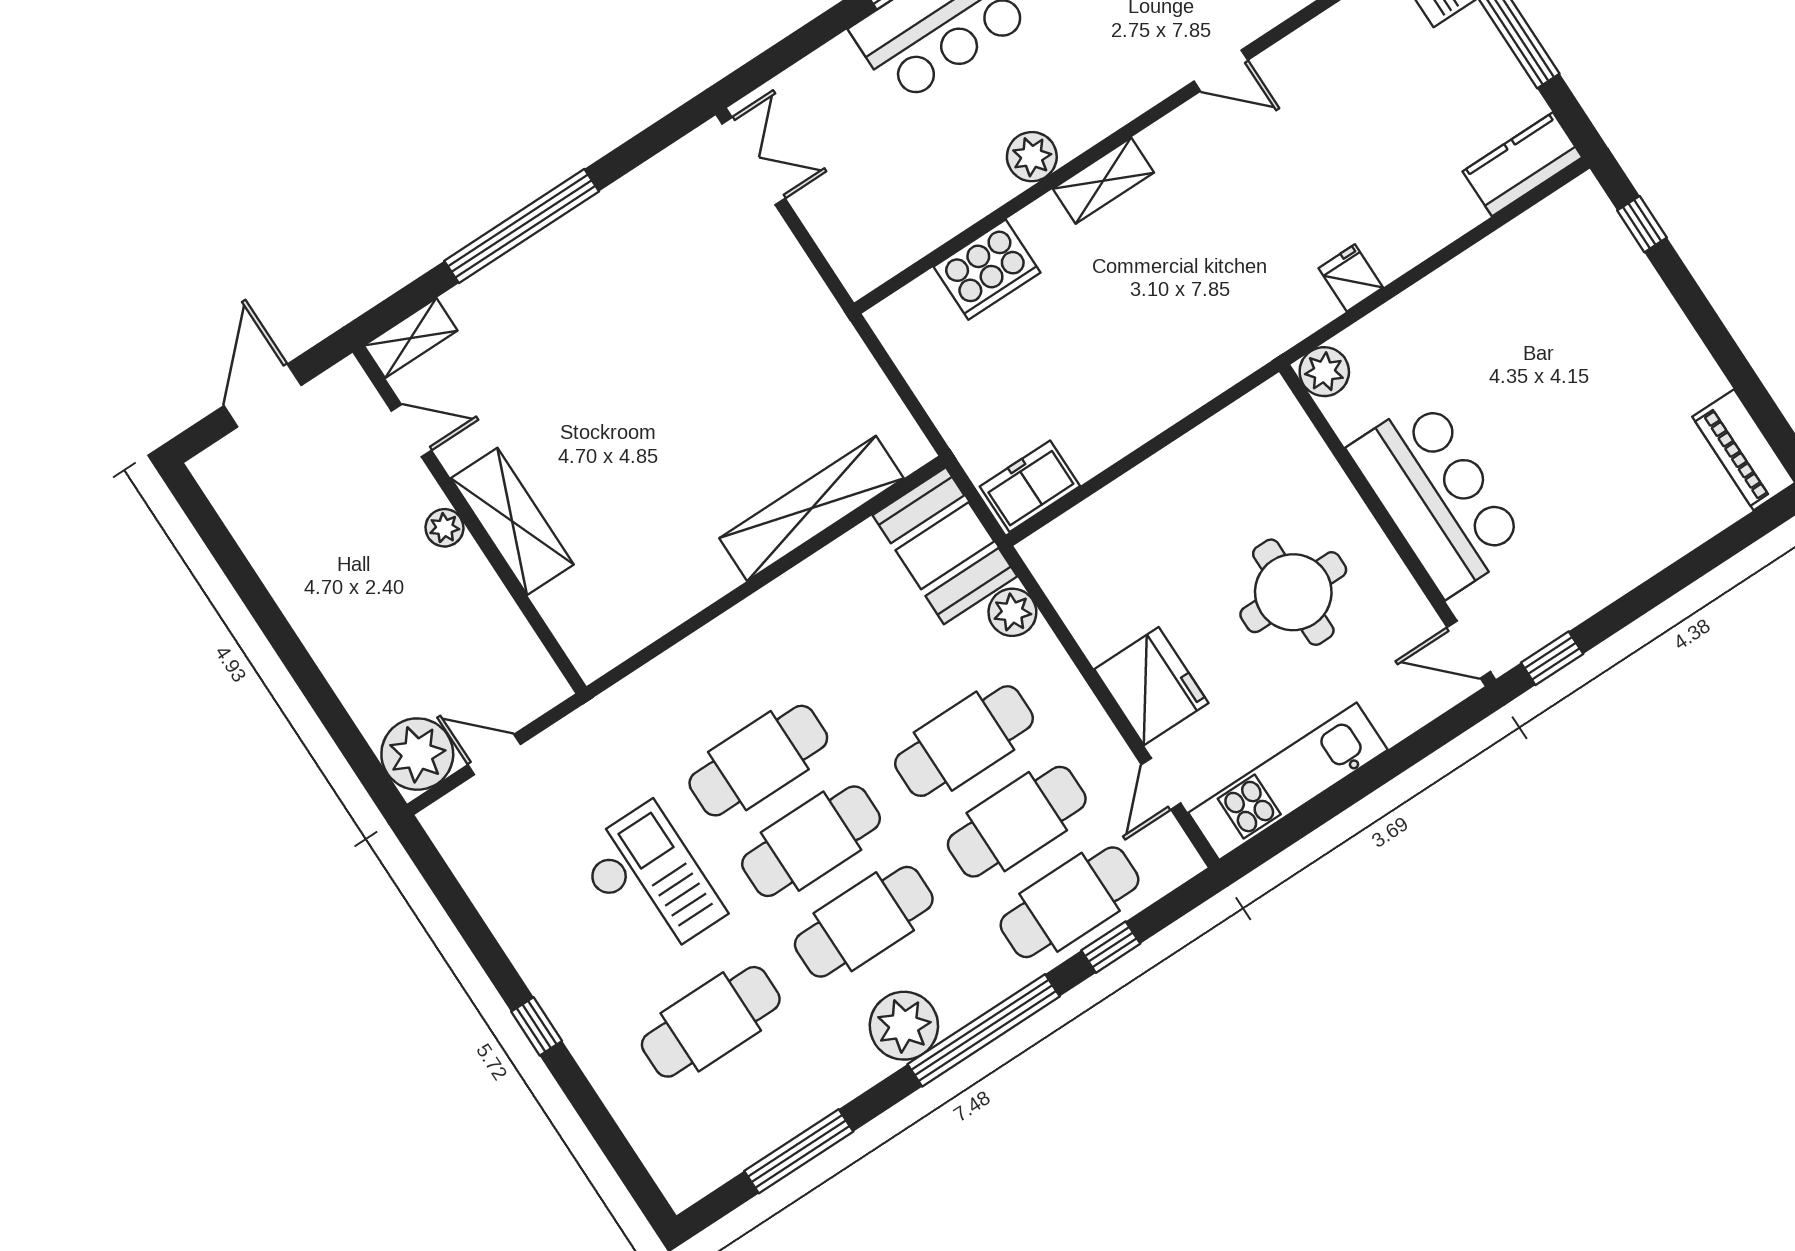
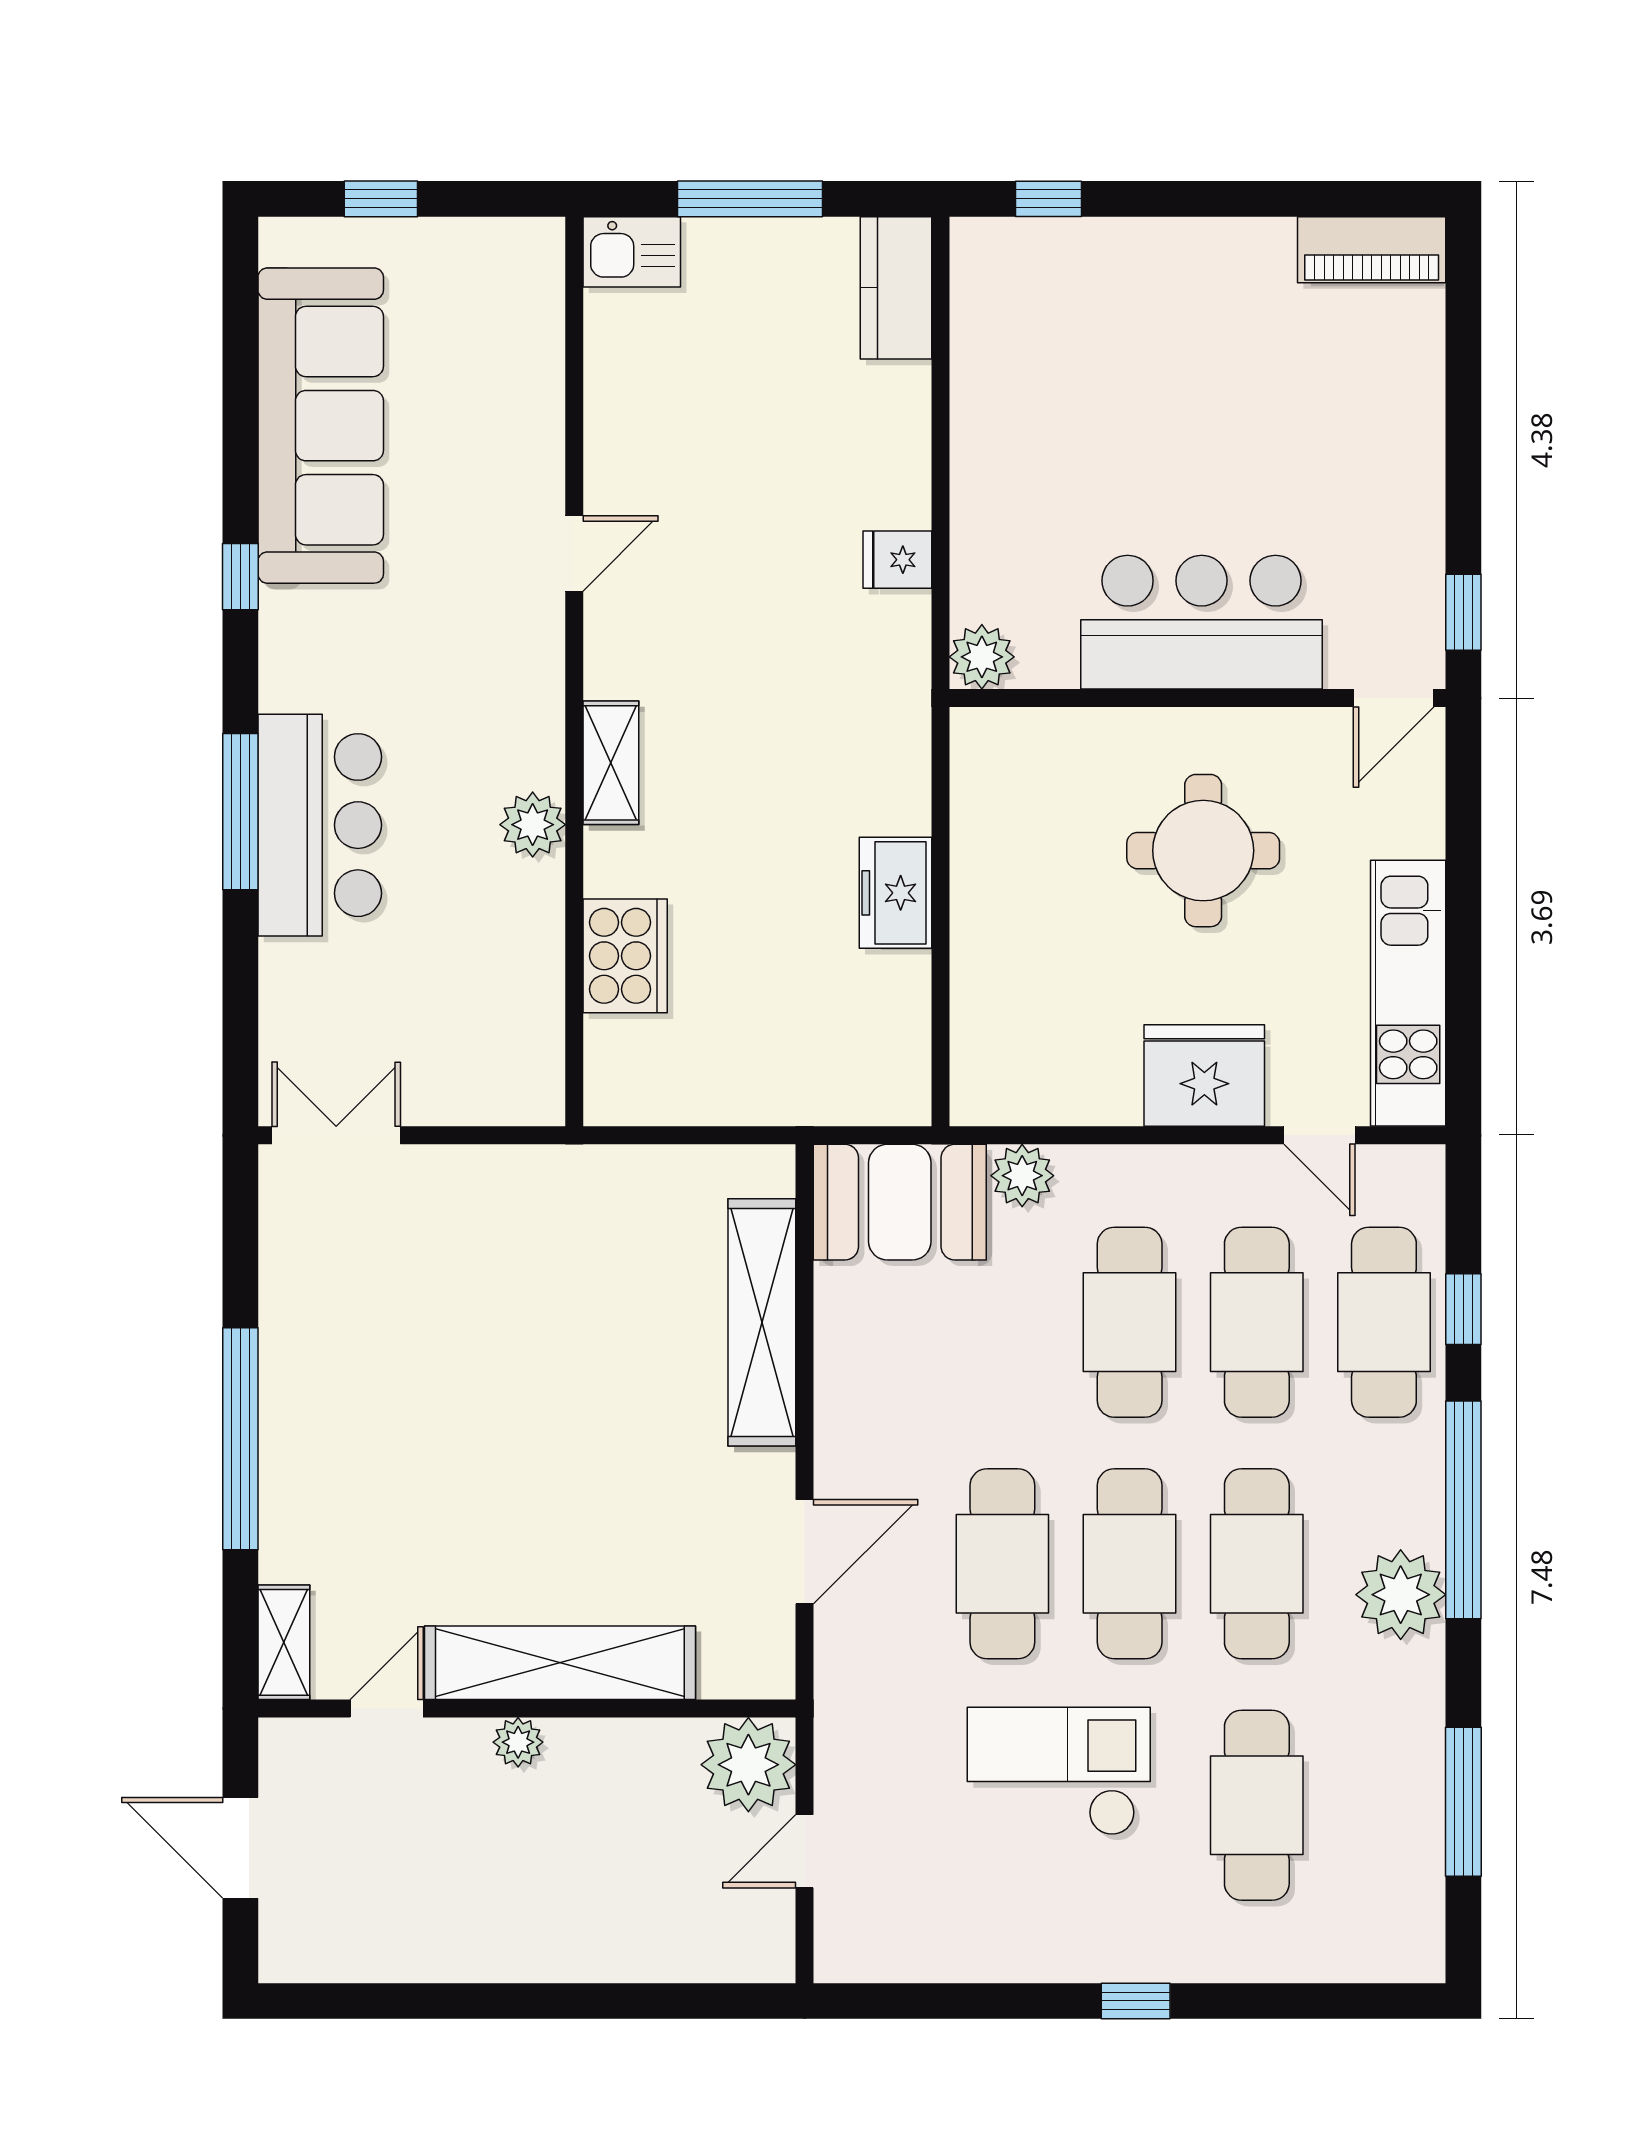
freezer: (1030, 486) -> (895, 893), moved
shelving: (512, 521) -> (560, 1663), width x1.47
door: (684, 630) -> (805, 1552), added
plant: (417, 754) -> (748, 1765), moved

